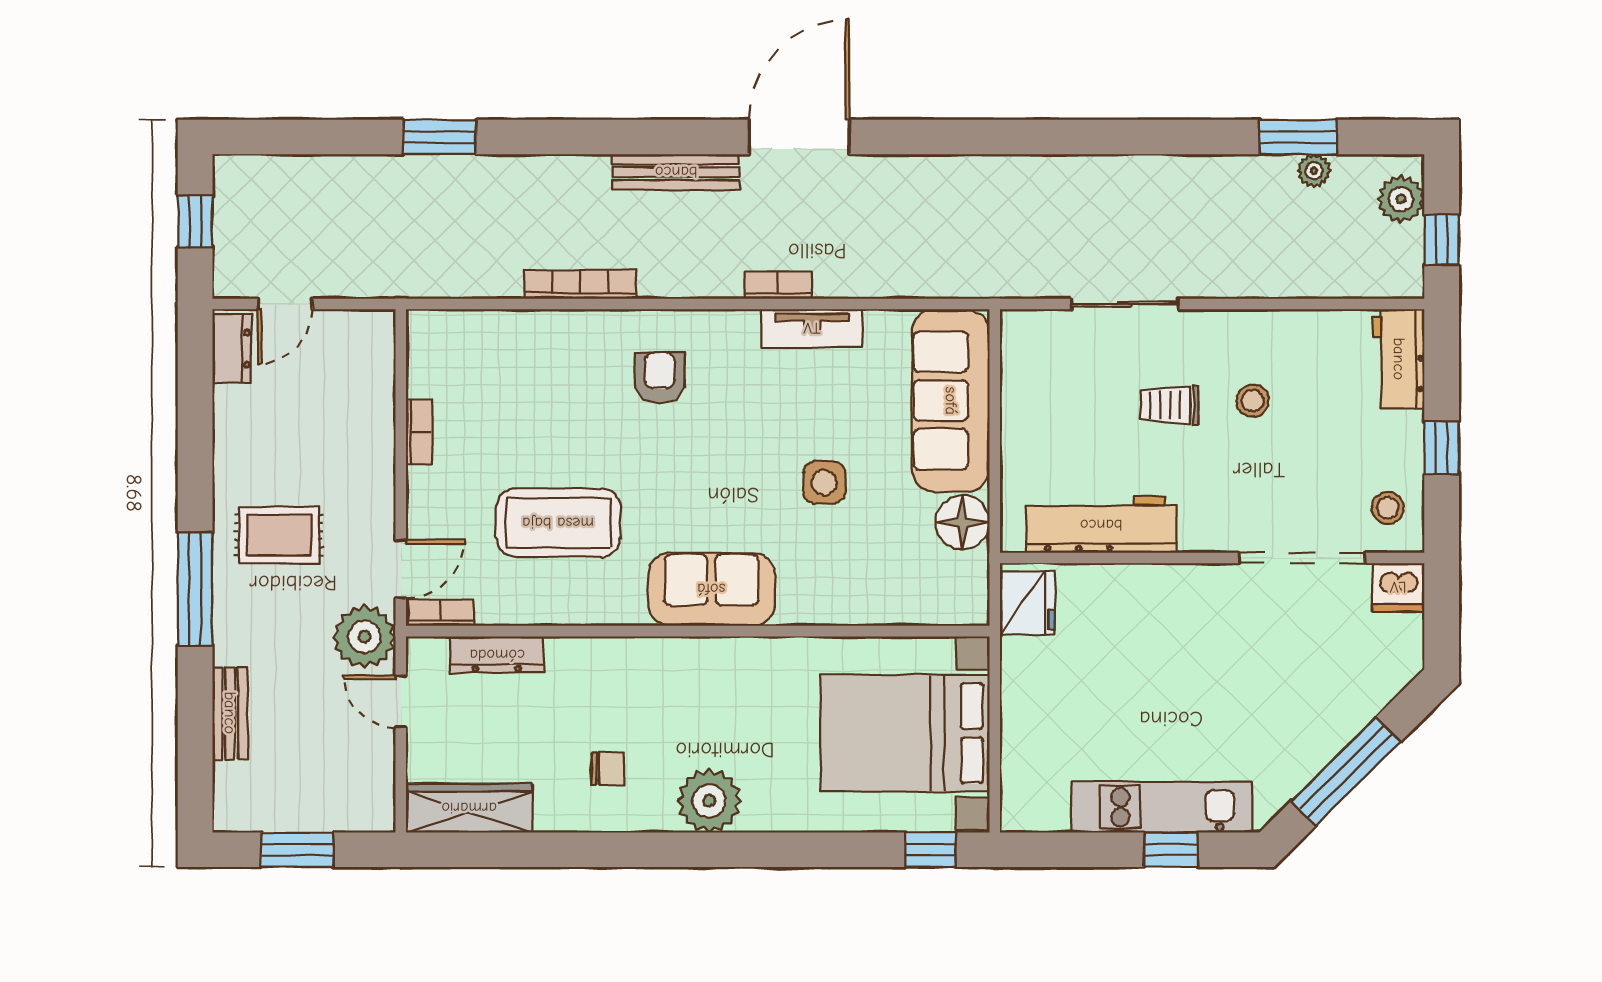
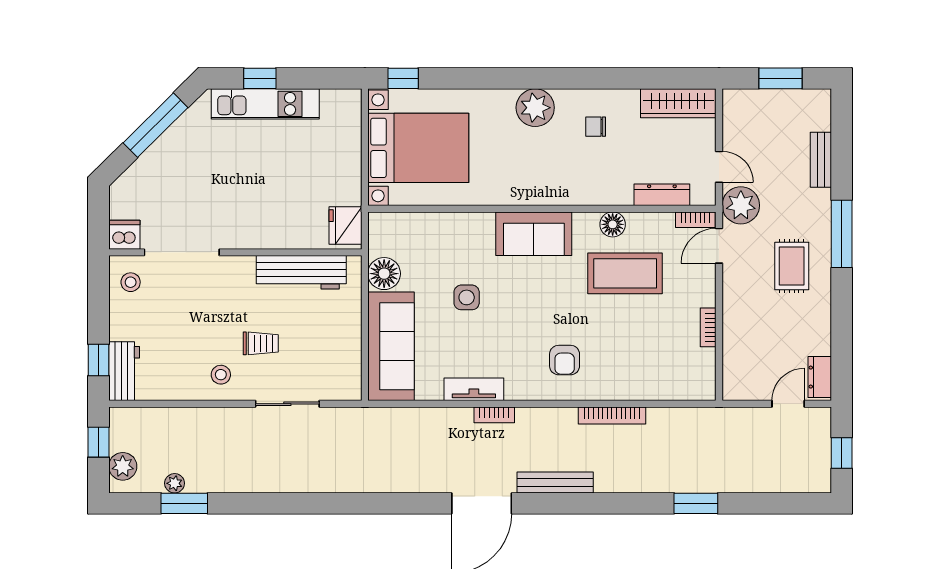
stool: (1253, 401) -> (221, 375), moved
window: (1442, 448) -> (98, 360), moved
rug: (279, 535) -> (792, 266), turned 90
floor lamp: (579, 605) -> (613, 224), added

